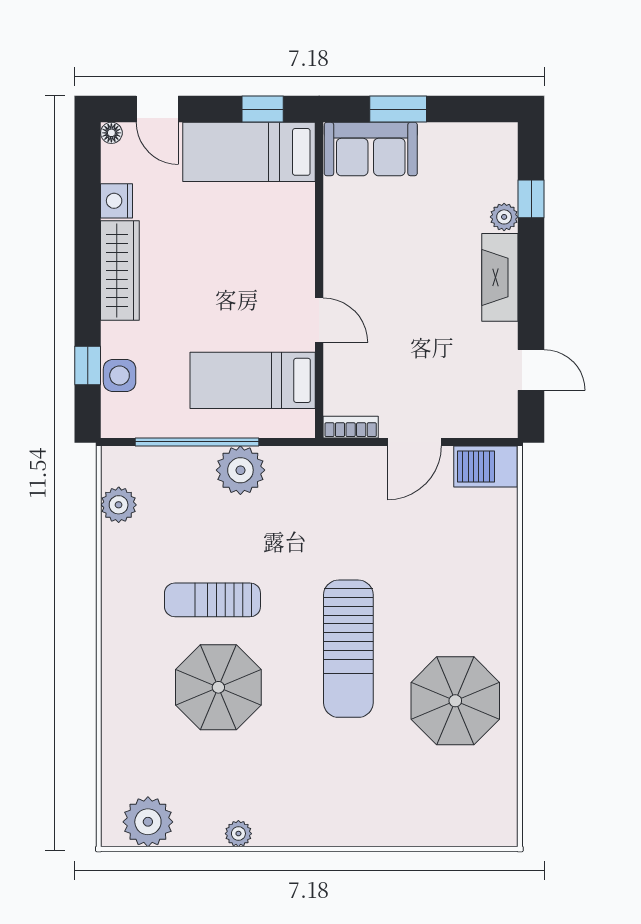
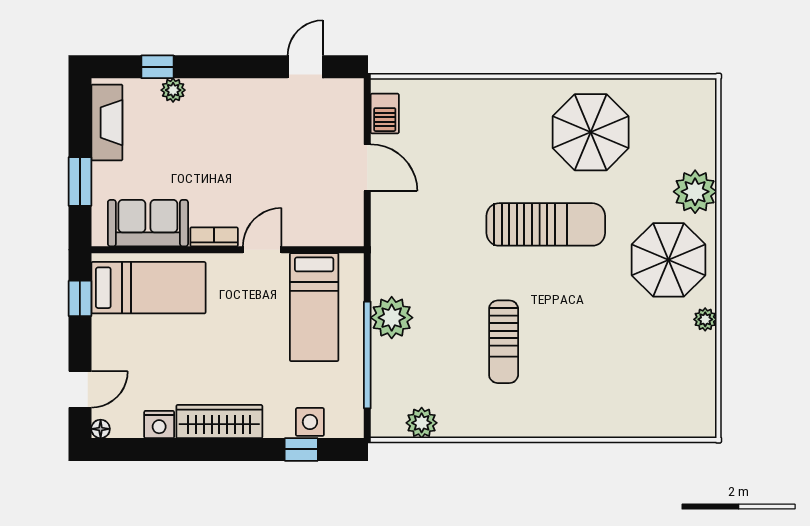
sofa: (371, 149) -> (148, 223), moved, turned -90
bed: (249, 152) -> (148, 288), moved, turned -90
fireplace: (500, 277) -> (107, 123), moved, turned -90
bookcase: (351, 427) -> (214, 237), moved, turned 90
barbecue: (486, 467) -> (385, 114), width x0.73, depth x0.79
parasol: (218, 687) -> (669, 260), moved
plant: (148, 822) -> (695, 192), moved

